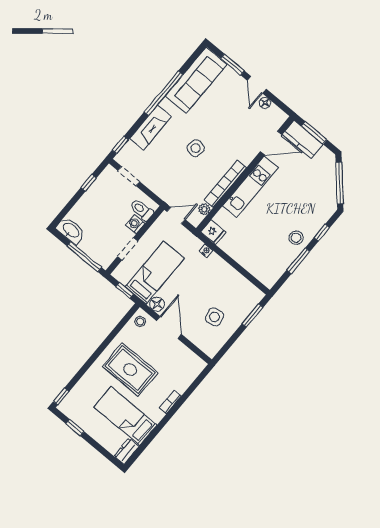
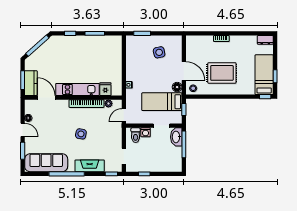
door: (257, 85) -> (23, 130), hinge flipped
door: (176, 216) -> (124, 115), hinge flipped
washbasin: (71, 230) -> (176, 137), moved
fridge: (213, 232) -> (105, 89), moved
stool: (296, 238) -> (84, 44), removed
door: (169, 328) -> (184, 71), swing flipped
rug: (130, 370) -> (222, 73), turned 90
bed: (125, 416) -> (264, 75), moved, turned 180

